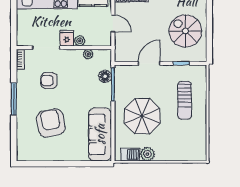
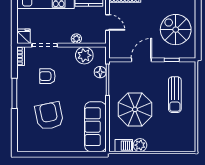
fridge: (67, 38) -> (24, 36), moved
plant: (88, 54) -> (84, 55), width x1.88, depth x1.88

